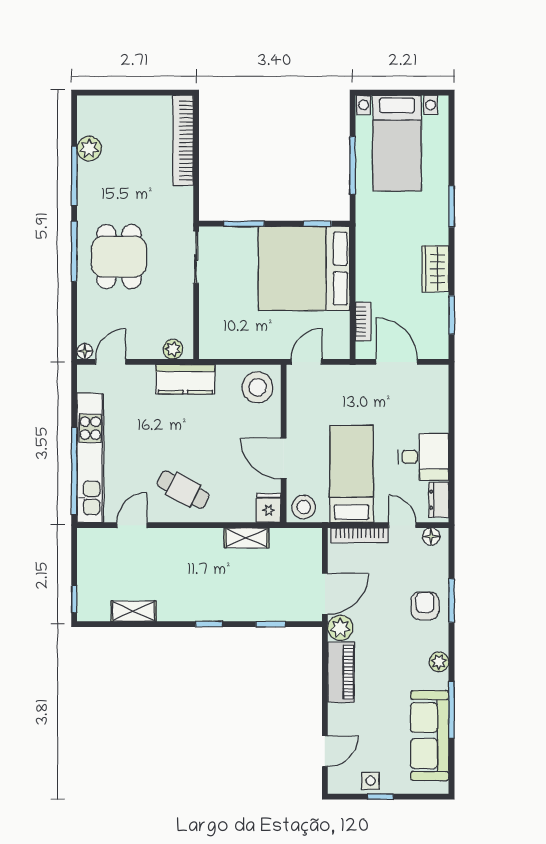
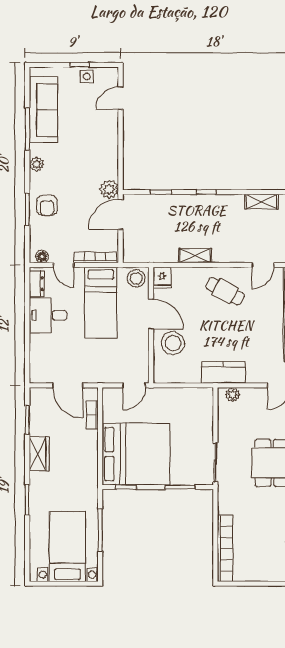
stool: (257, 387) -> (173, 343), moved
shelving: (247, 538) -> (195, 256), moved
piano: (341, 672) -> (109, 157), removed

